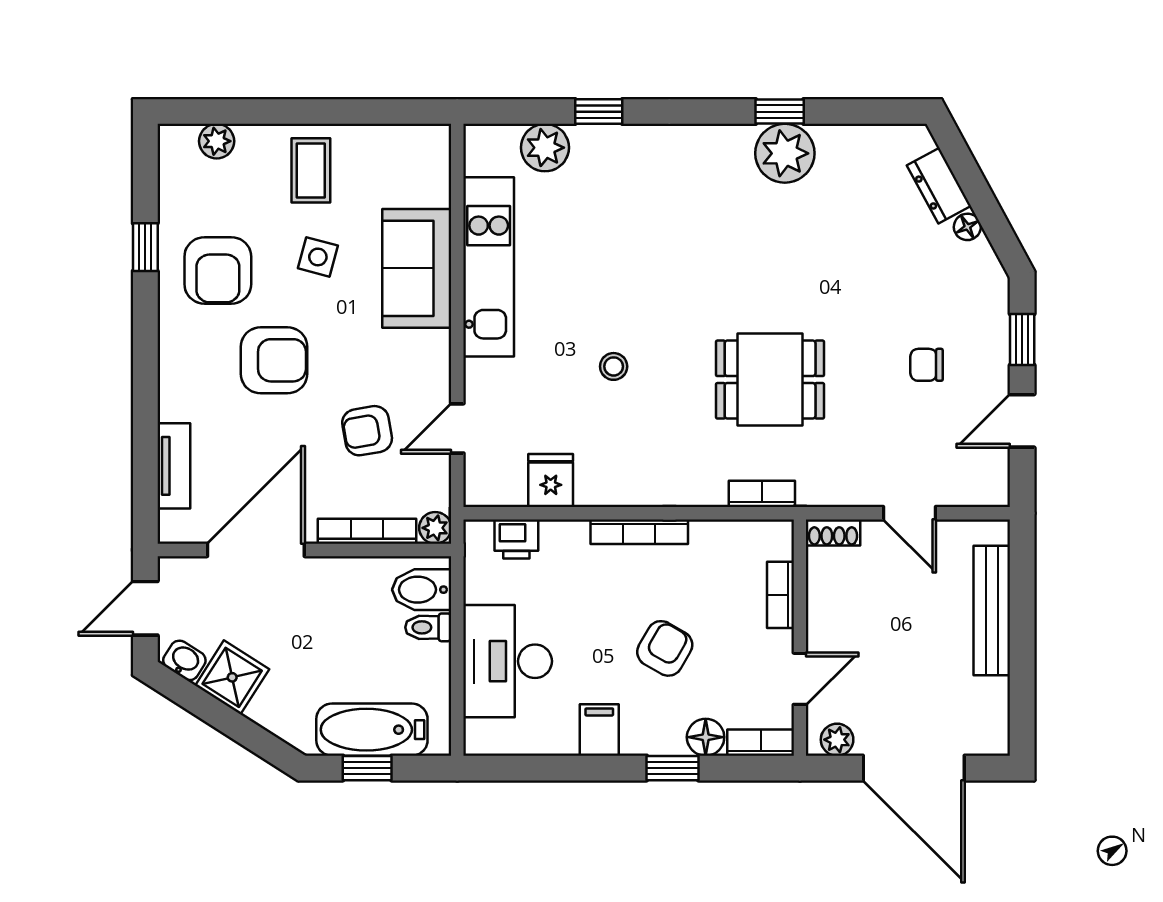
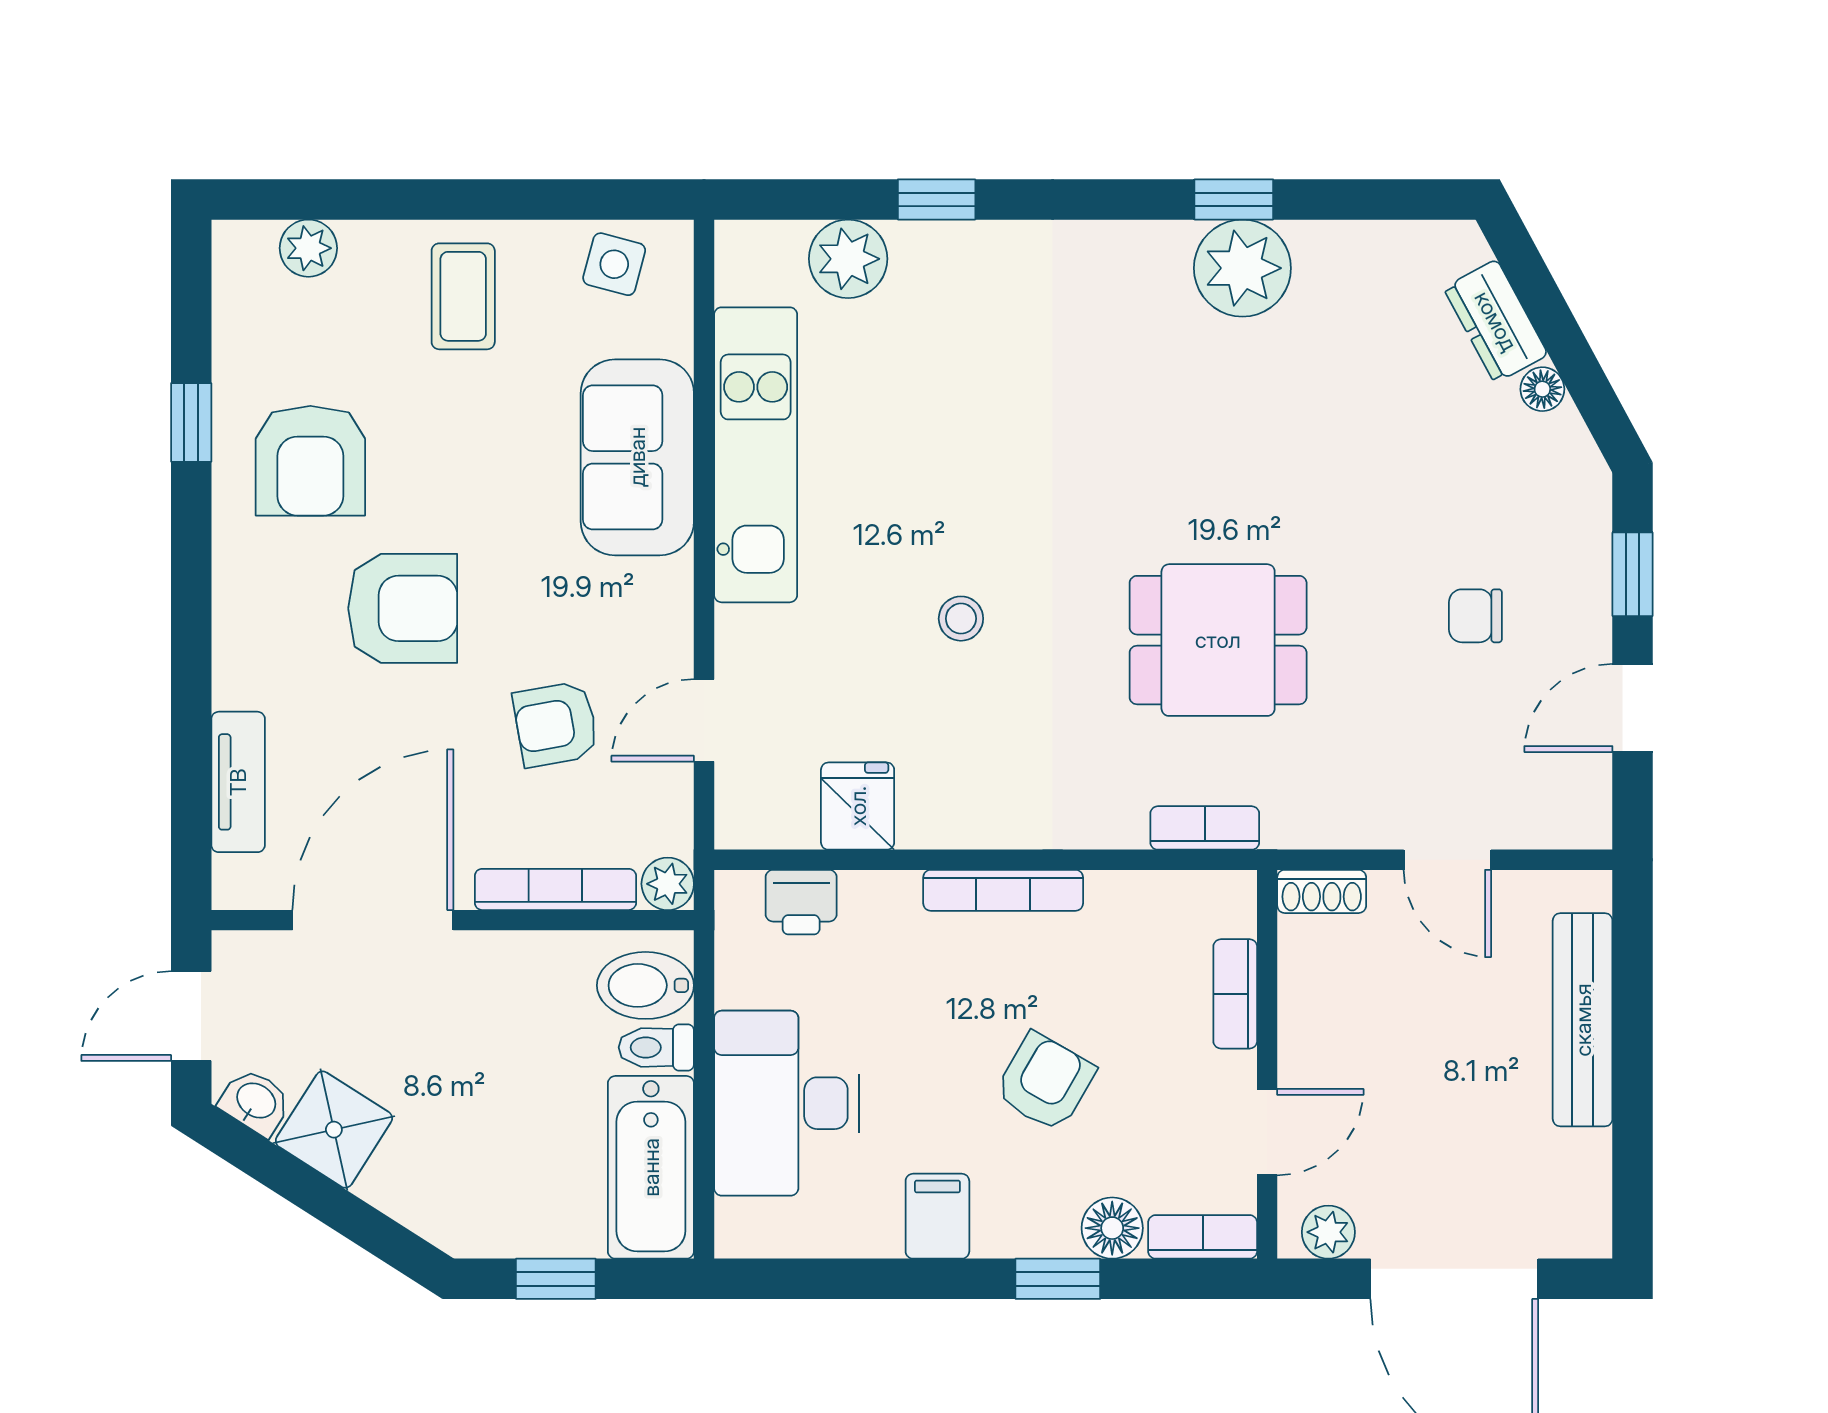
side table: (318, 257) -> (614, 264), moved
bathtub: (372, 730) -> (651, 1167), moved, turned -90

